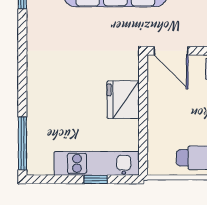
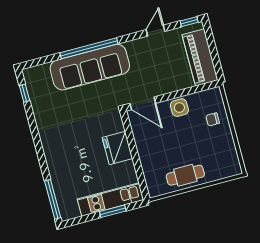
window: (96, 179) -> (113, 211), width x1.50

